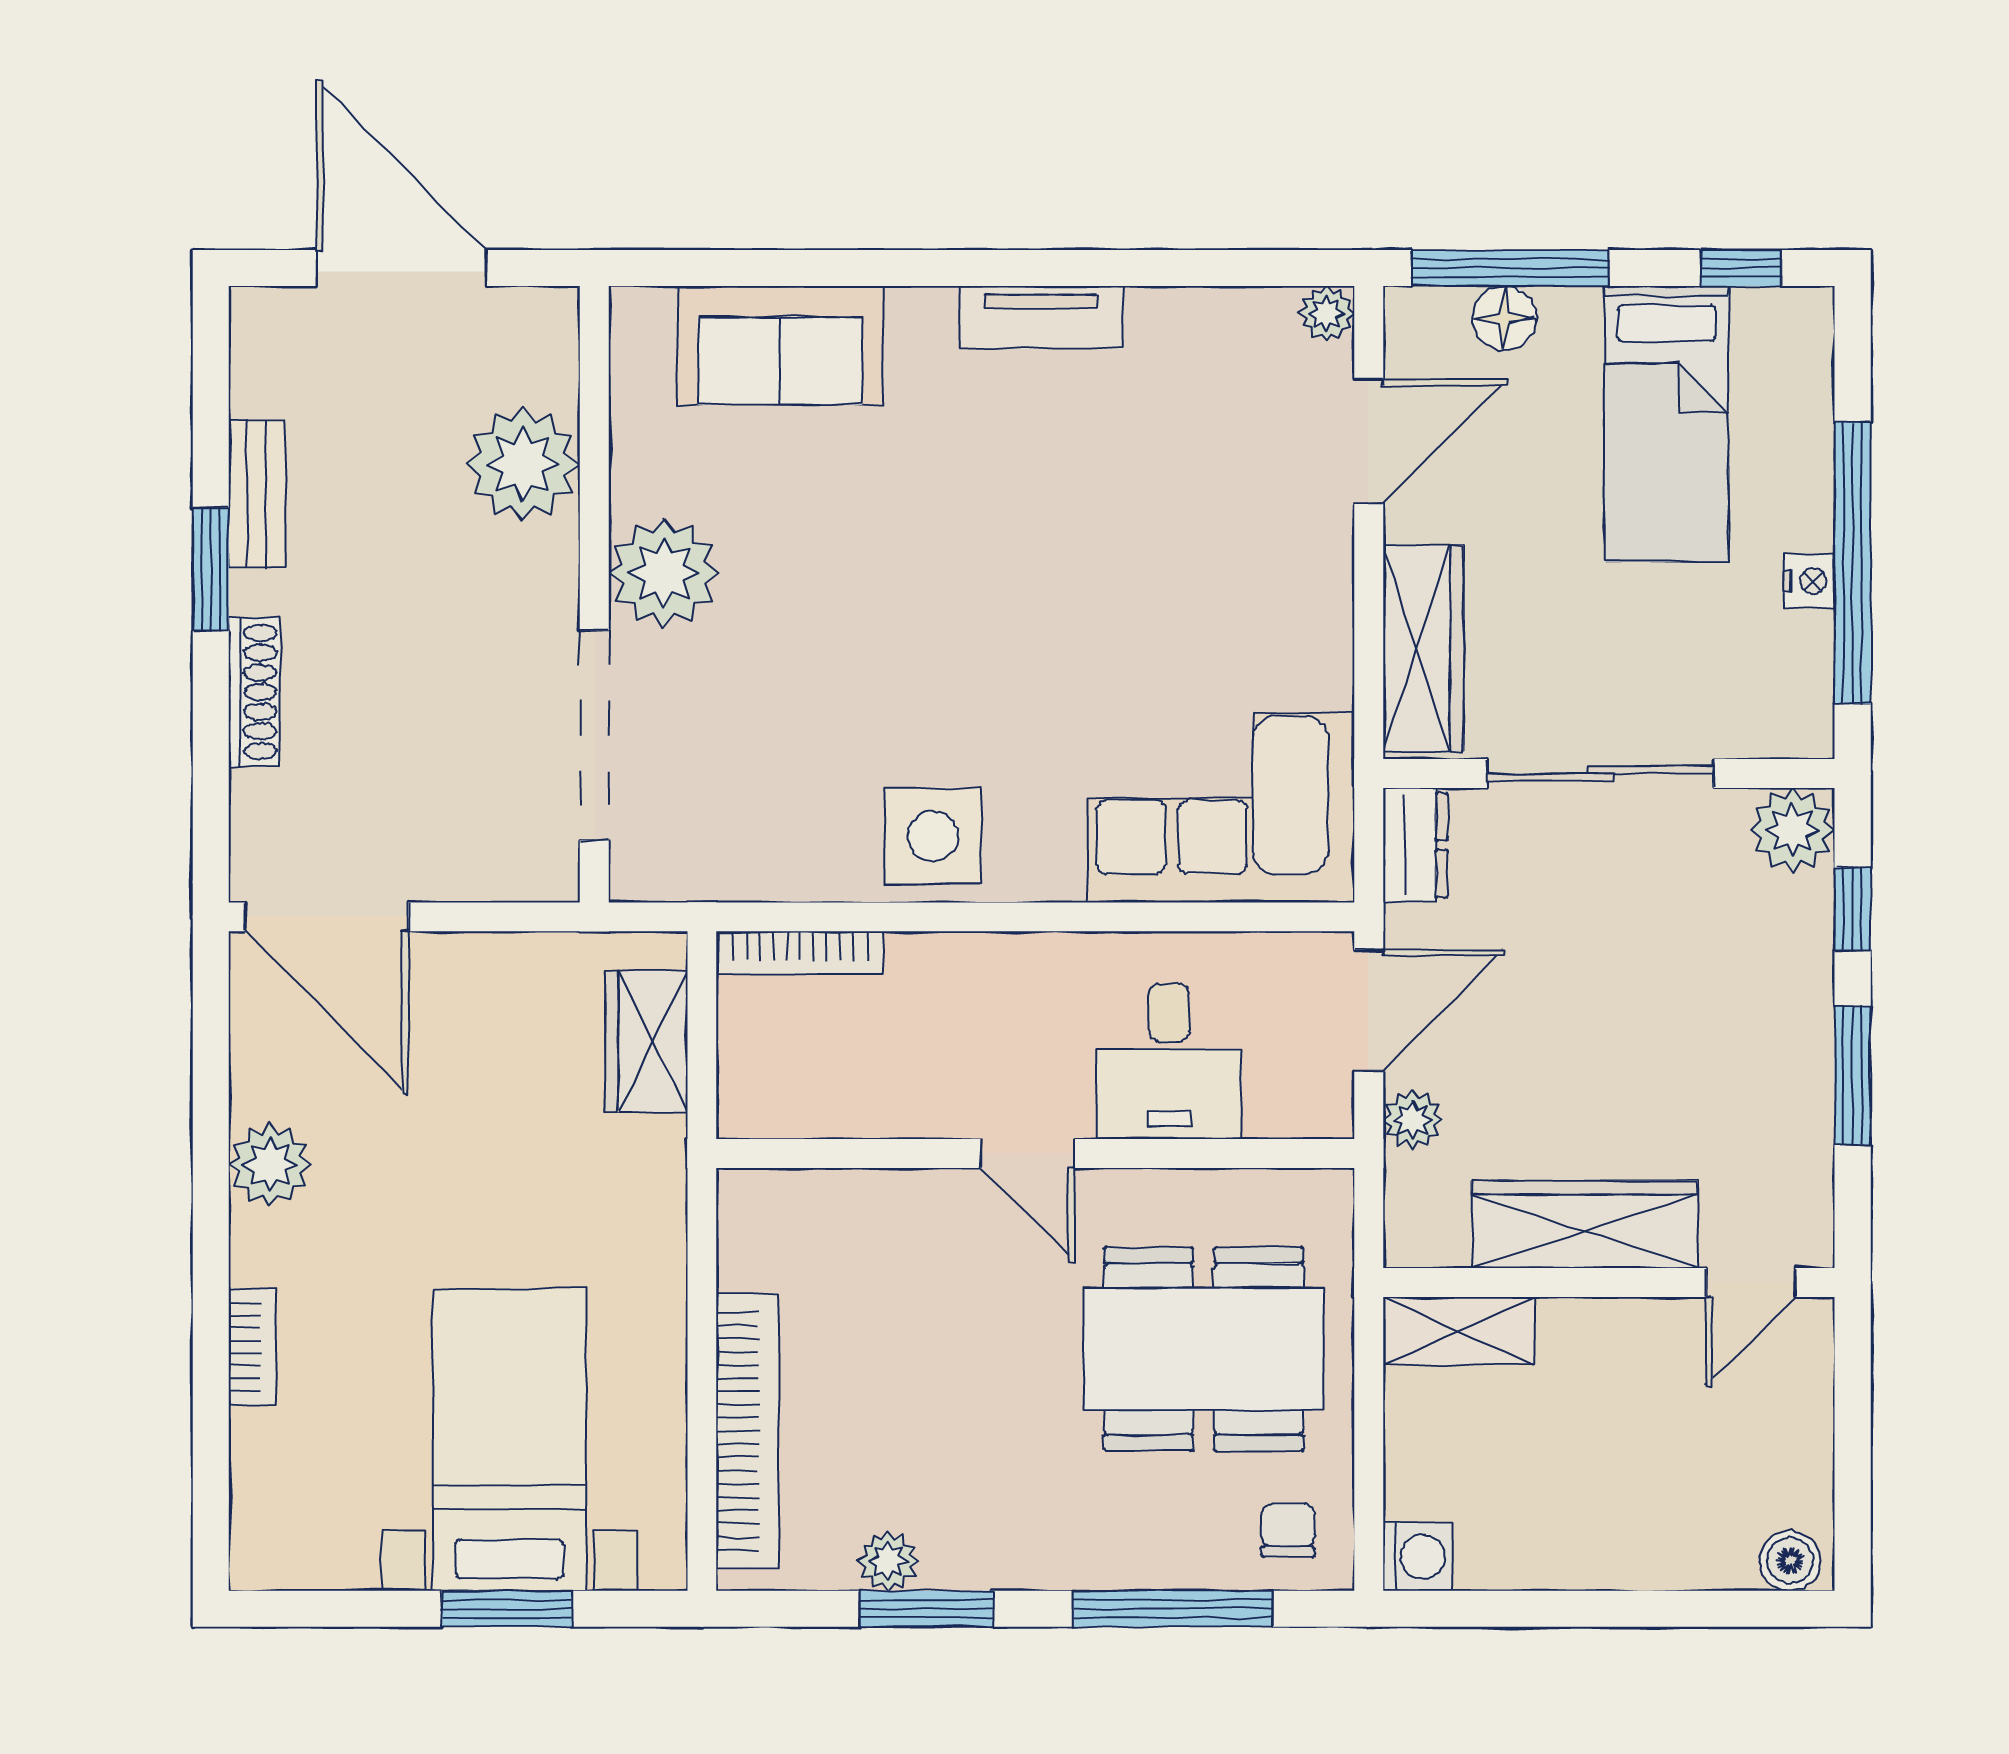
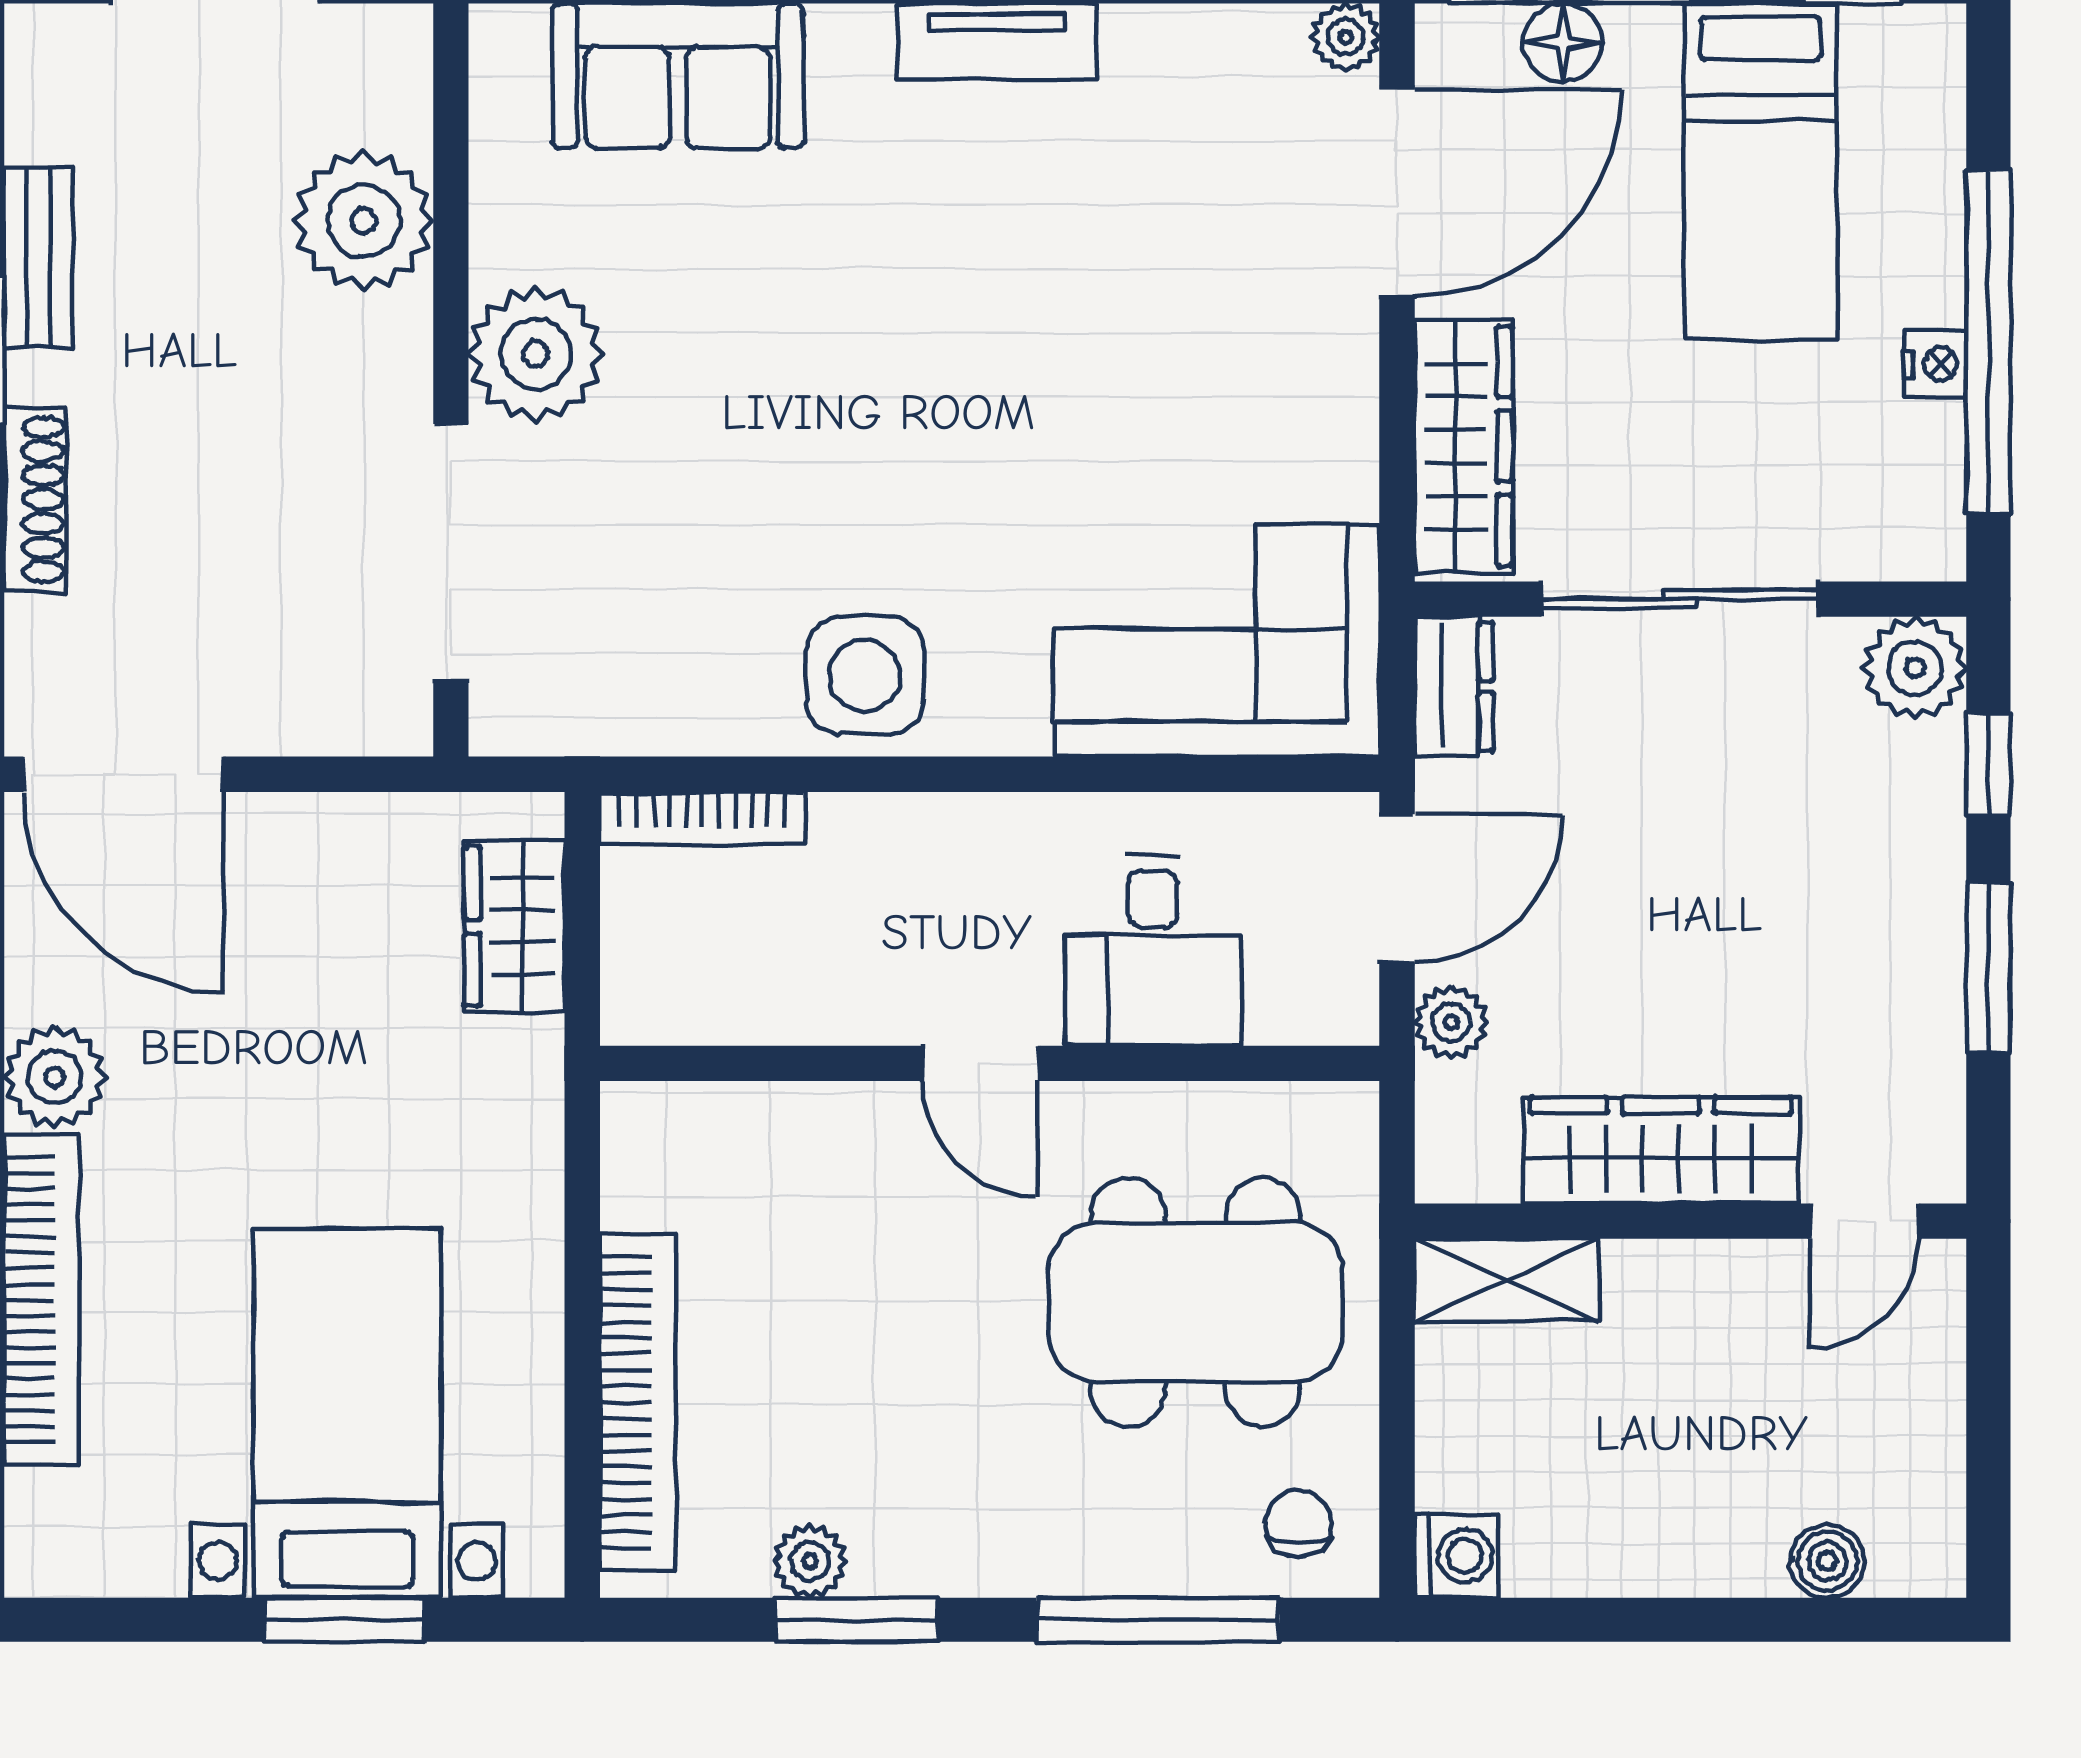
door: (1369, 441) -> (1397, 193), width x1.36
bookcase: (252, 1347) -> (41, 1300), width x2.31, depth x1.31
boiler: (1790, 1561) -> (1827, 1561), moved

